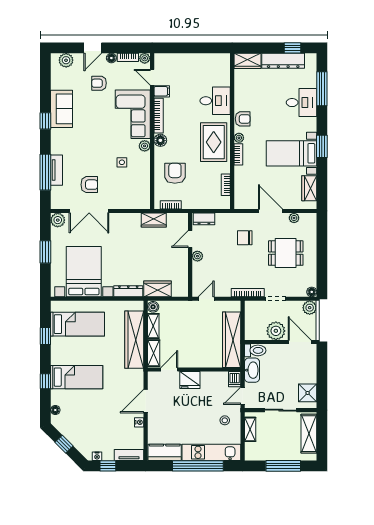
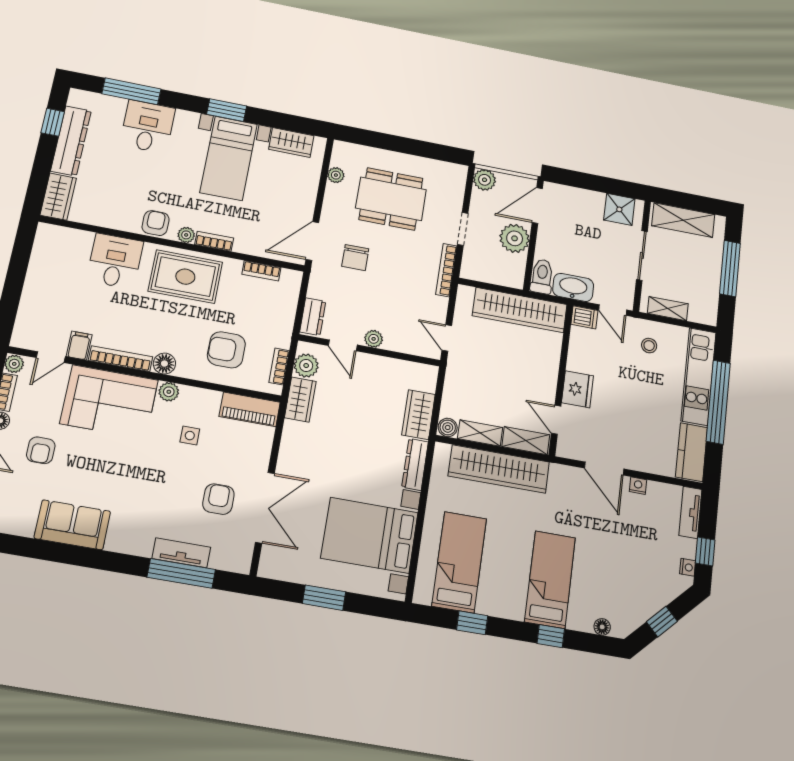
window: (45, 121) -> (88, 558), removed
piano: (143, 193) -> (250, 409), added
door: (270, 211) -> (312, 241), moved
plant: (58, 220) -> (306, 366), moved
dining table: (286, 253) -> (391, 199), width x1.38
floor lamp: (312, 292) -> (460, 172), removed

